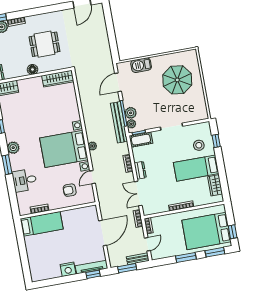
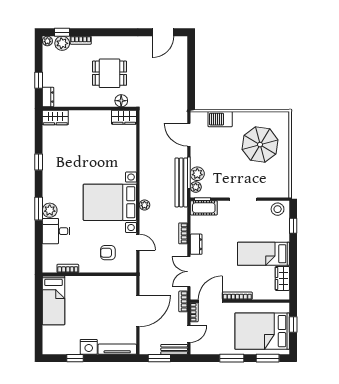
floor lamp: (32, 69) -> (121, 101), moved
wardrobe: (58, 79) -> (124, 117), width x0.67
door: (118, 82) -> (189, 135), hinge flipped
stool: (199, 145) -> (278, 209), moved
plant: (13, 148) -> (50, 210), moved
door: (92, 177) -> (138, 242), swing flipped
door: (160, 214) -> (210, 301), added
bed: (42, 224) -> (53, 300), moved, turned 90
window: (233, 232) -> (293, 324), moved
window: (93, 274) -> (75, 358), moved

